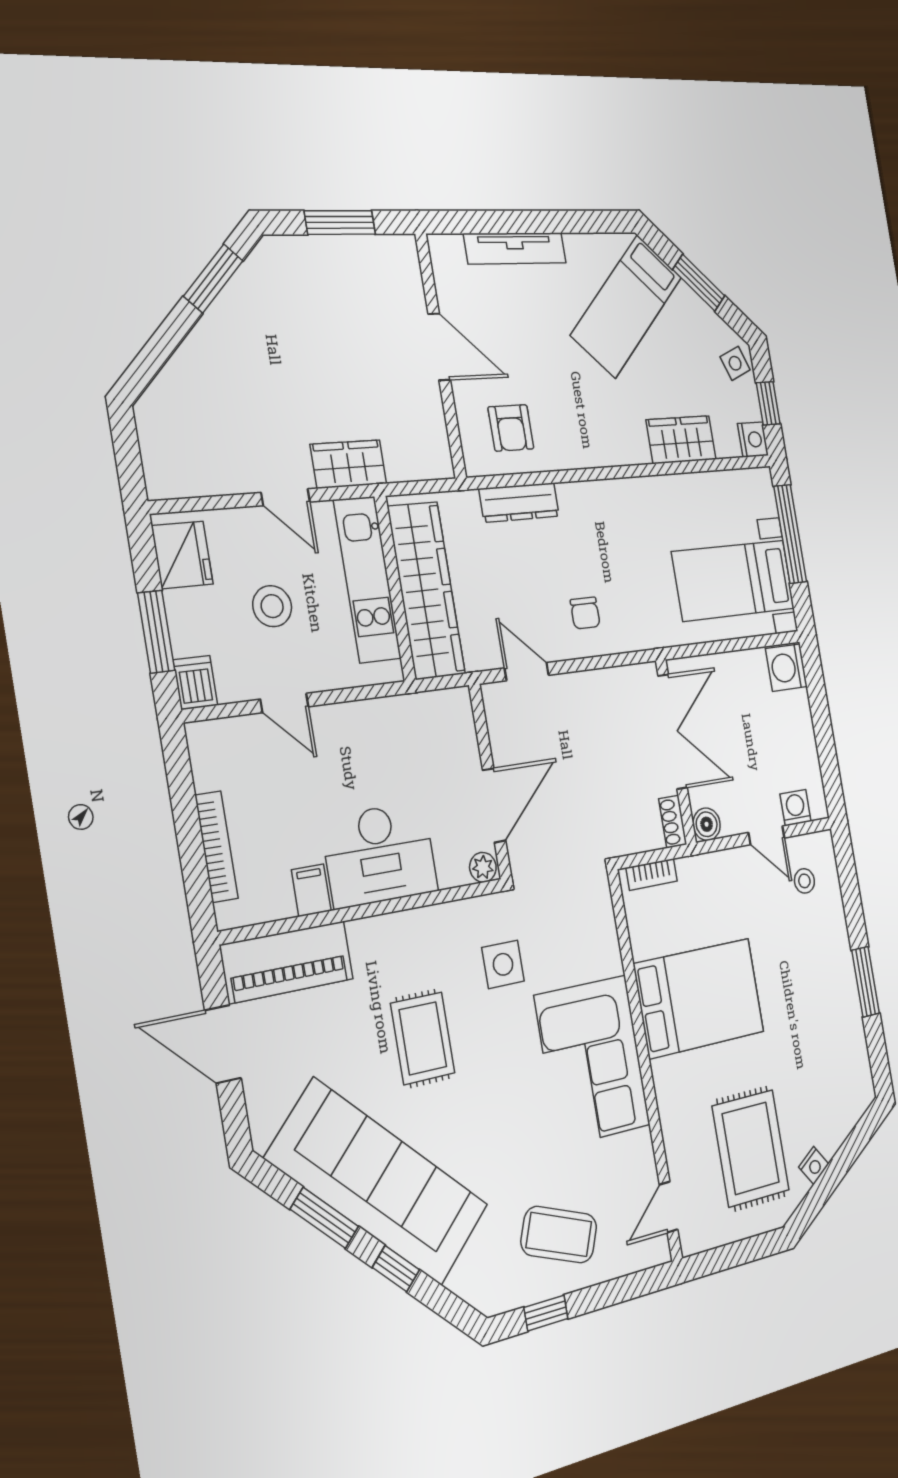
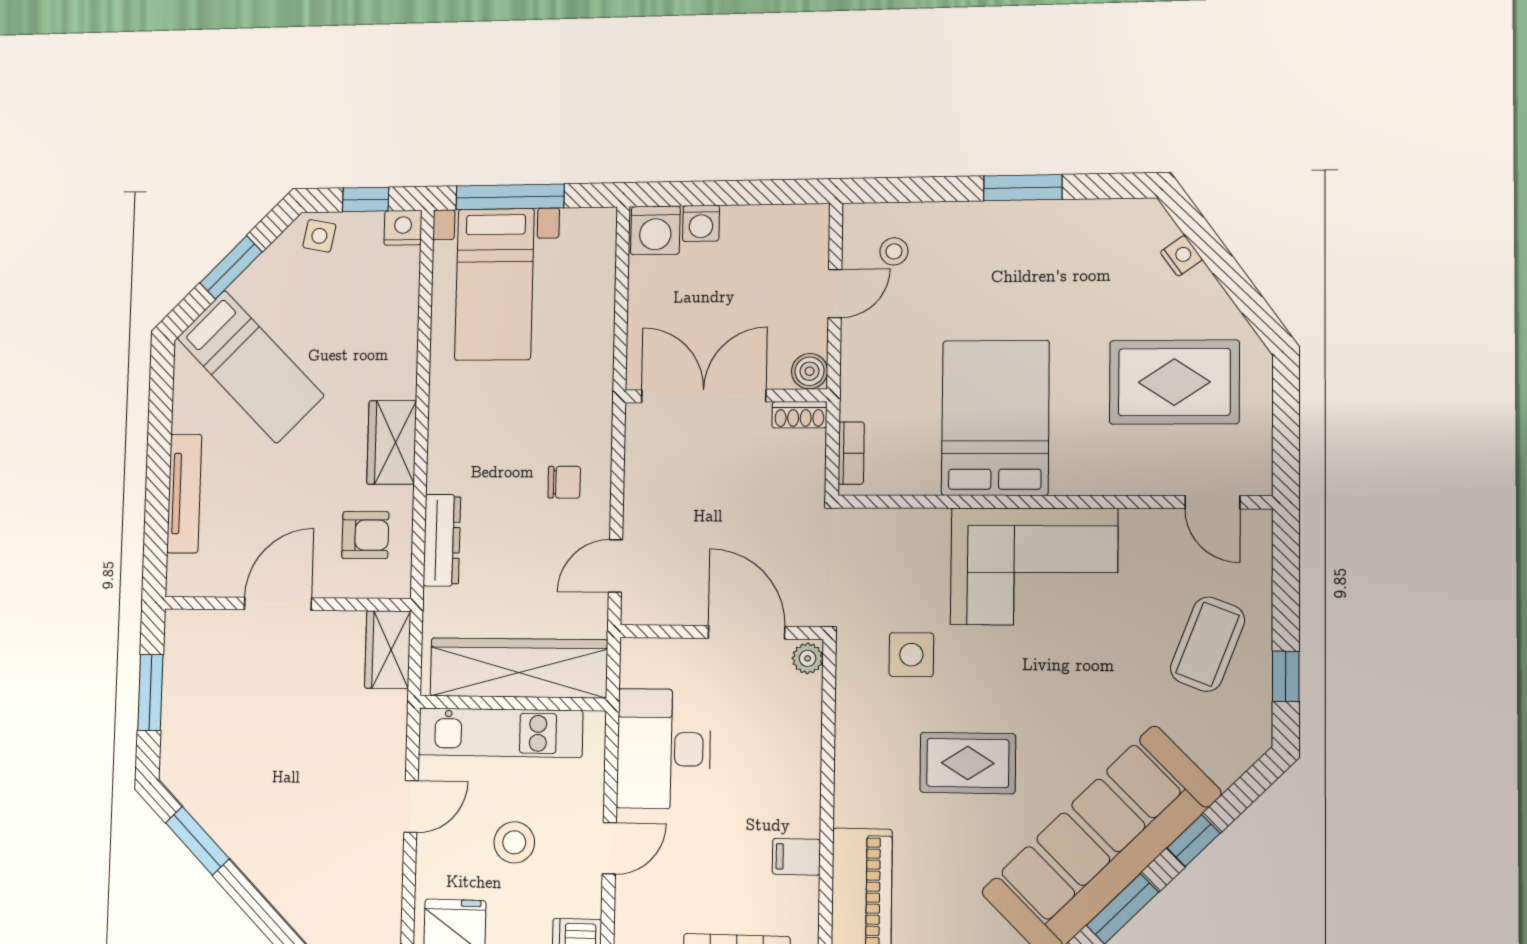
side table: (735, 363) -> (319, 236), turned 33
wardrobe: (681, 440) -> (392, 442), moved
wardrobe: (349, 464) -> (388, 650), moved
bed with nightstands: (734, 580) -> (494, 284), moved
washing machine: (796, 808) -> (701, 223), moved, turned -90
desk: (380, 855) -> (664, 749), moved, turned 180
nightstand: (814, 1166) -> (1181, 256), moved

